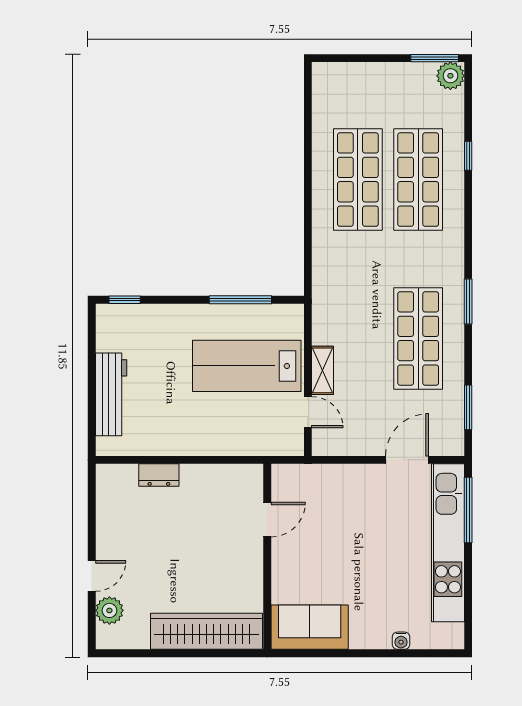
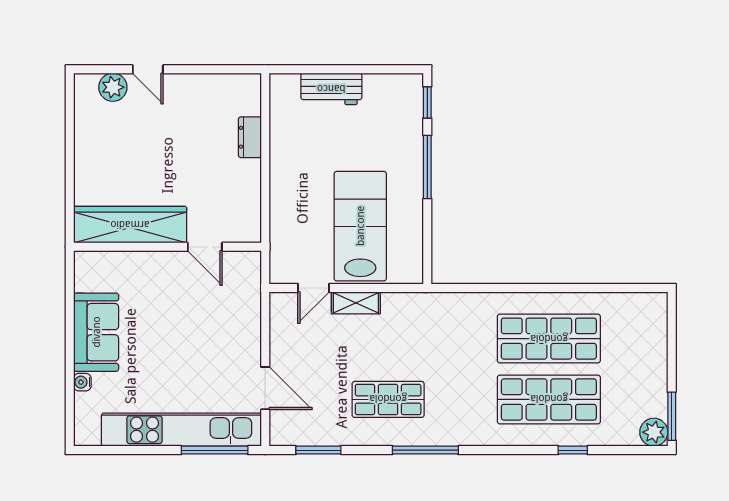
window: (240, 300) -> (427, 167), moved
window: (468, 302) -> (425, 450), width x1.44
shop shelf: (418, 338) -> (388, 399), width x0.70, depth x0.74
workbench: (111, 394) -> (331, 89), width x0.73
sofa: (310, 627) -> (96, 332), moved
wardrobe: (207, 631) -> (130, 225), moved, turned -90

